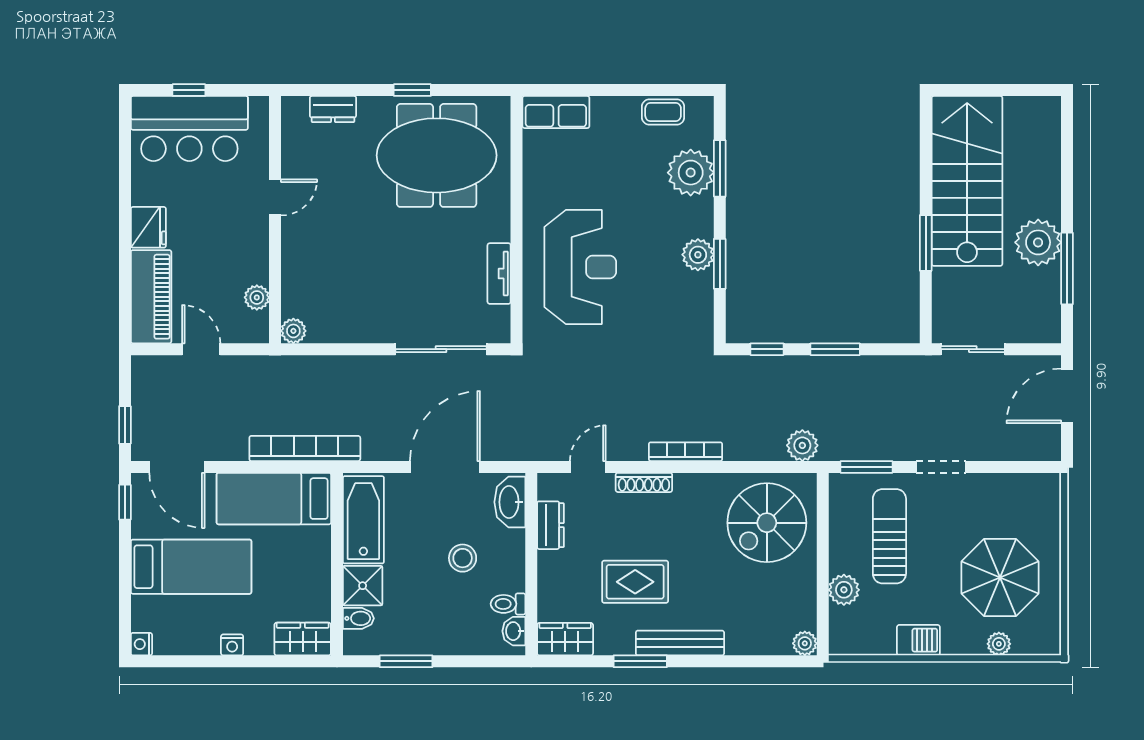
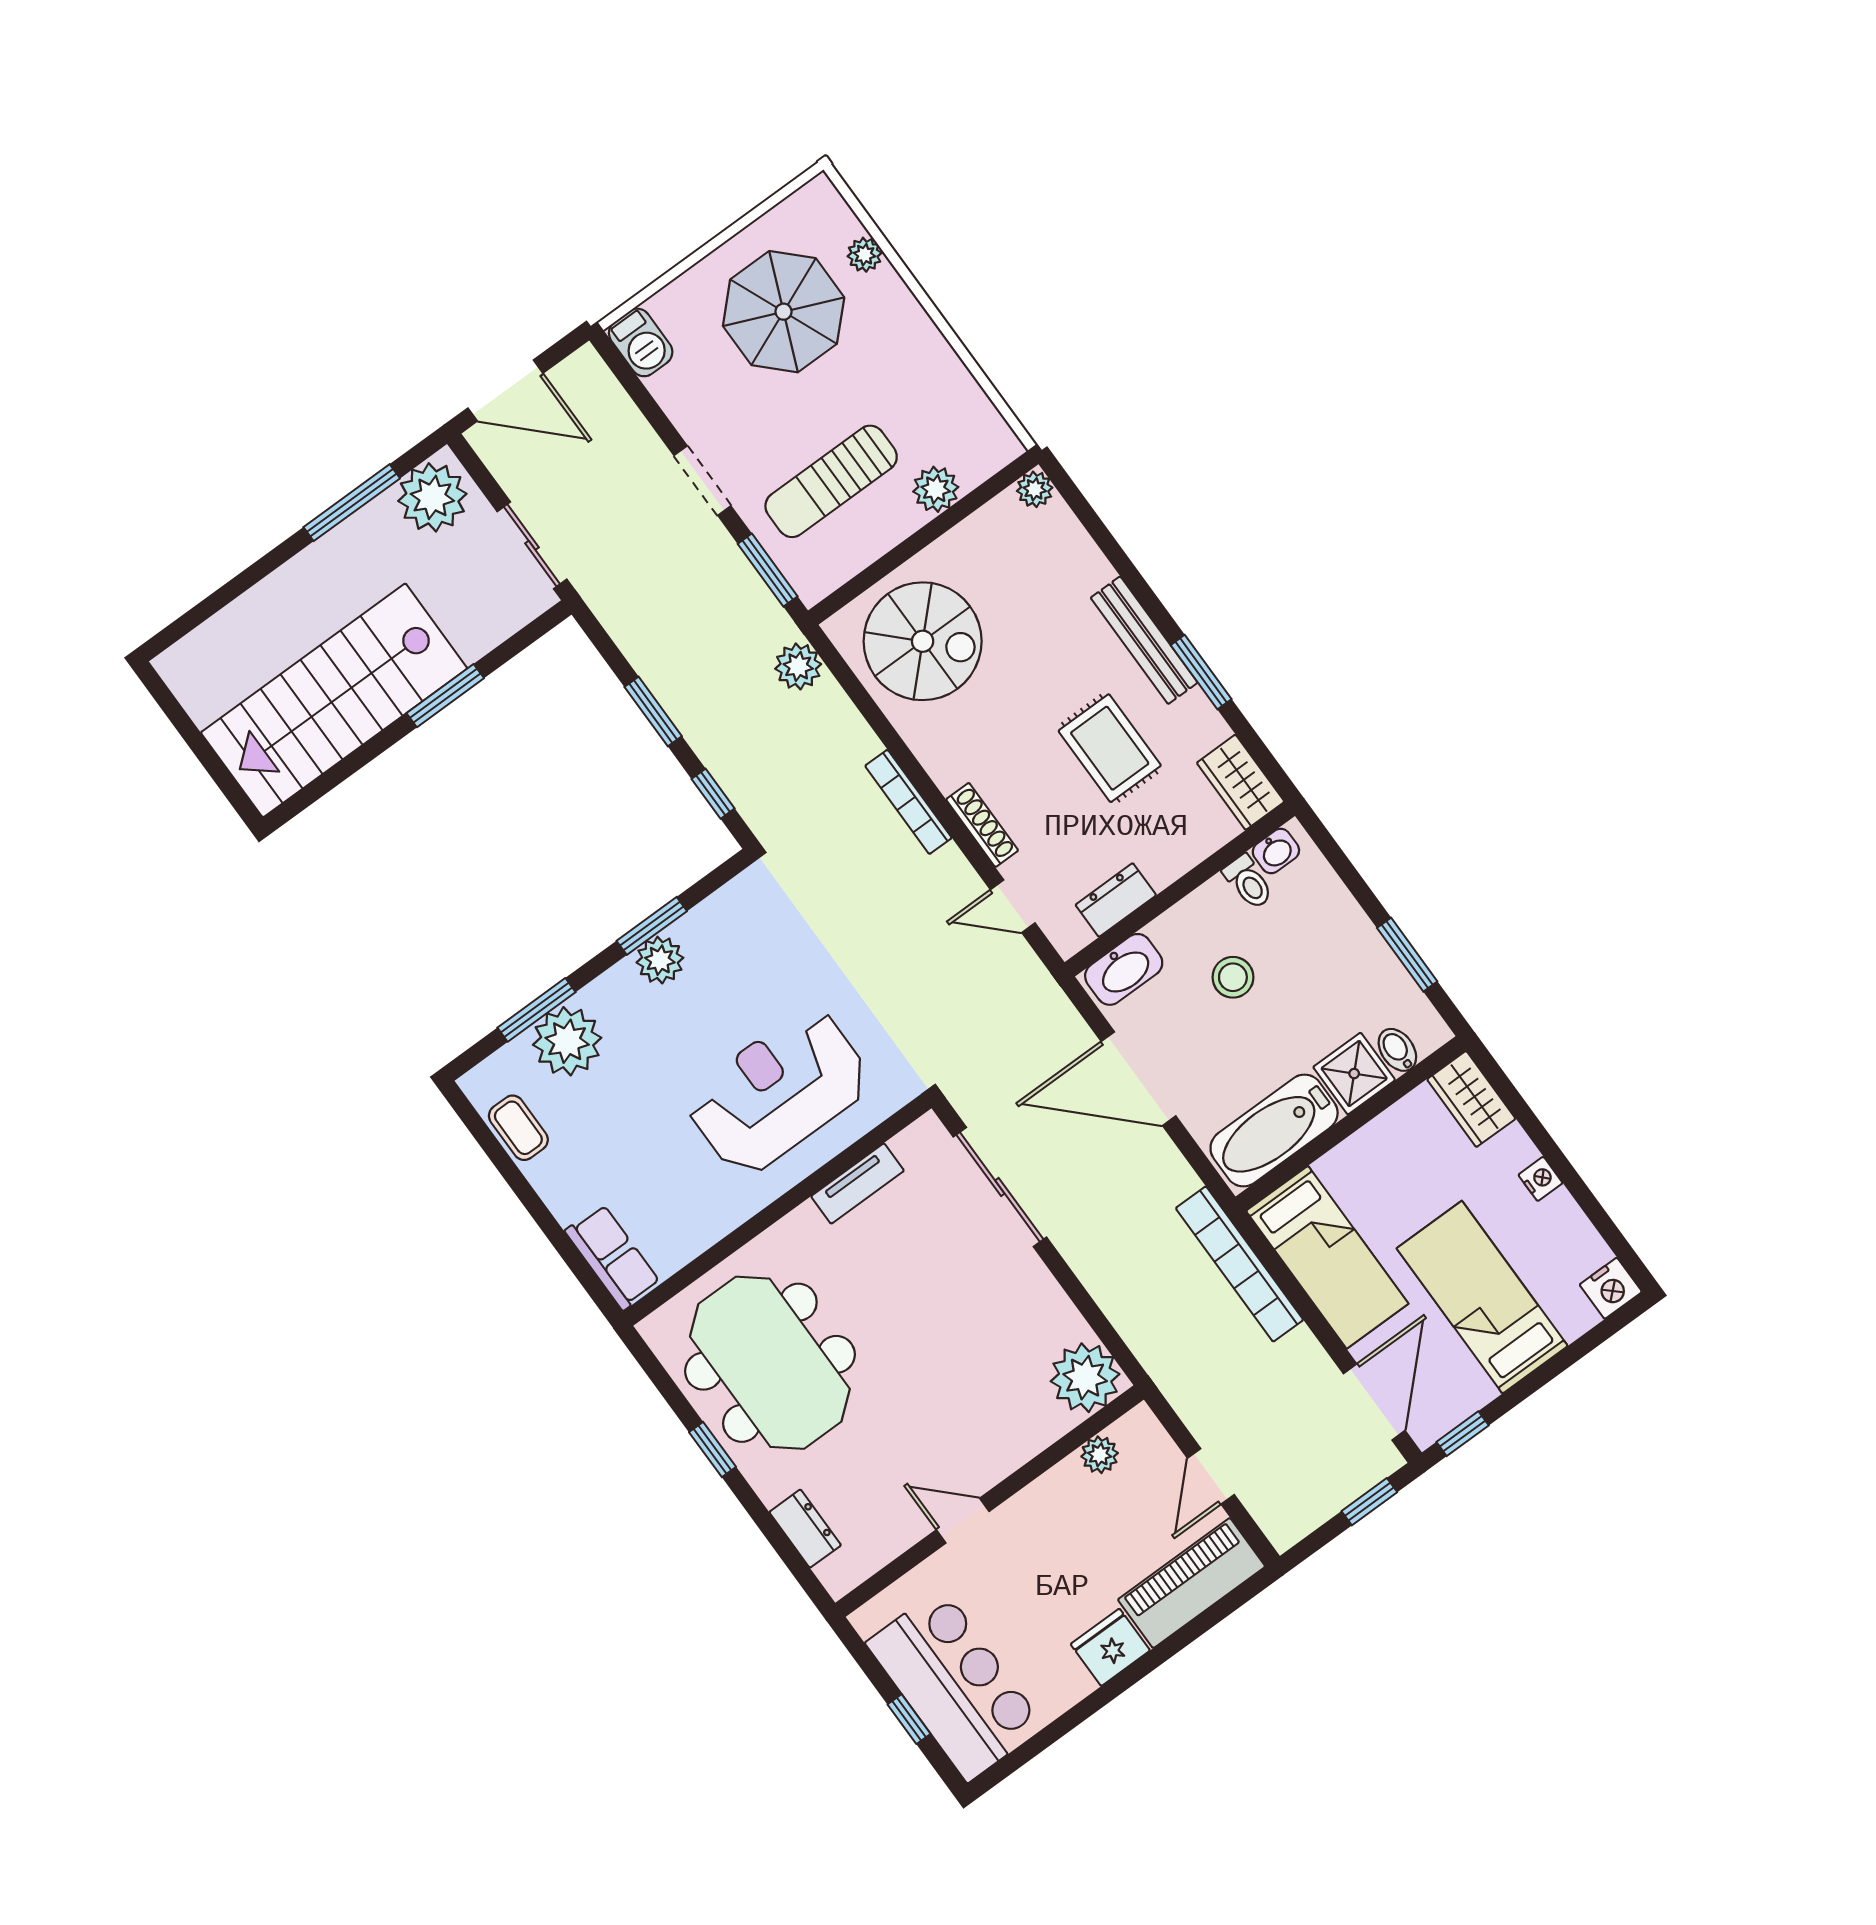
plant: (1038, 242) -> (432, 497), moved
plant: (293, 331) -> (1085, 1378), width x1.88, depth x1.88
barbecue: (918, 640) -> (641, 342), moved, turned 180
nightstand: (141, 644) -> (1611, 1288), width x1.39, depth x1.35

